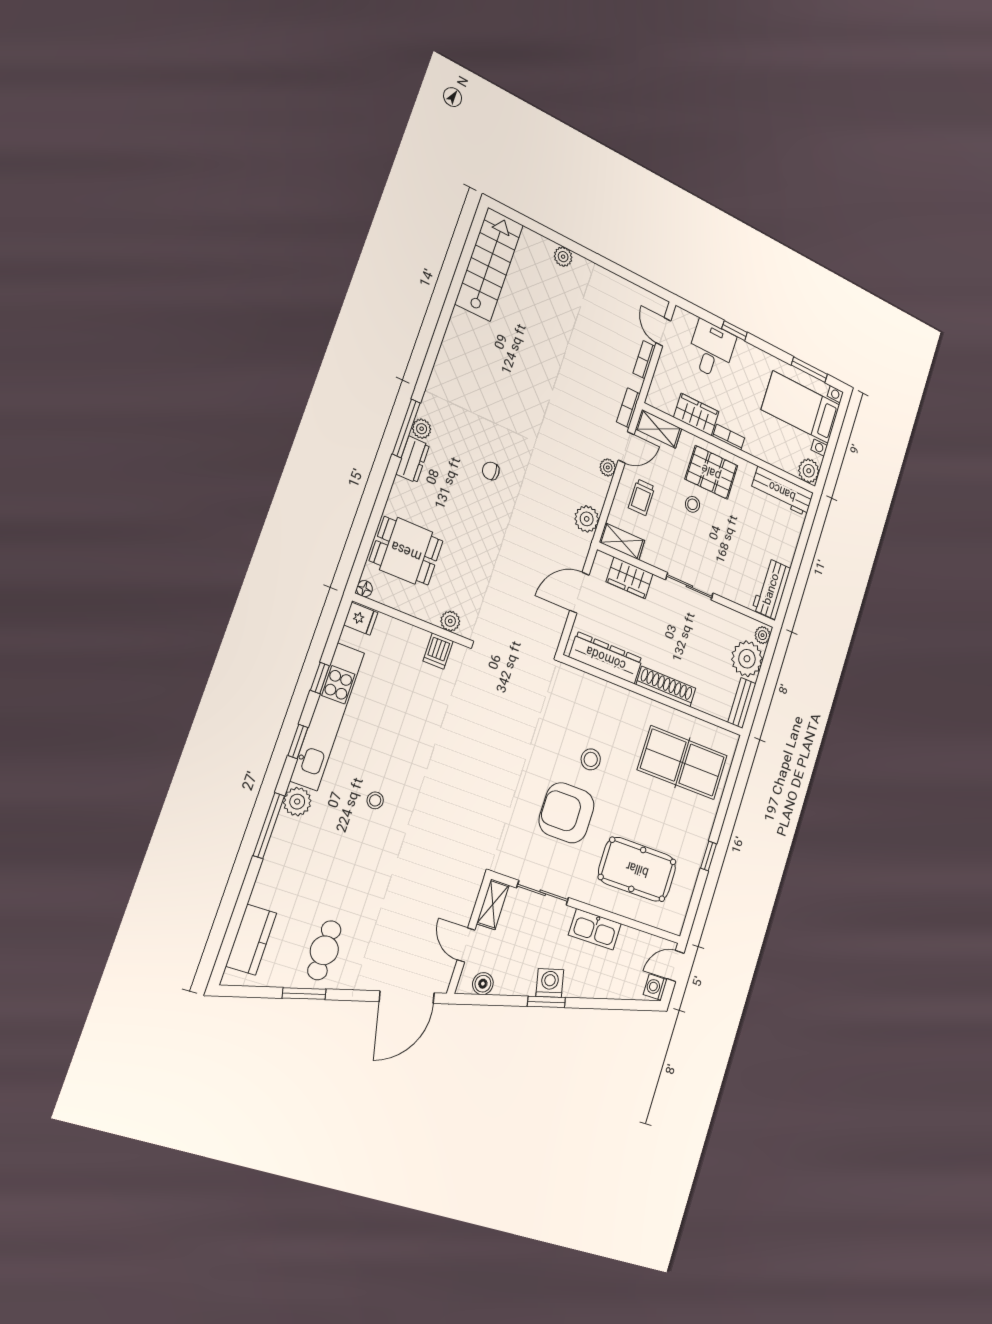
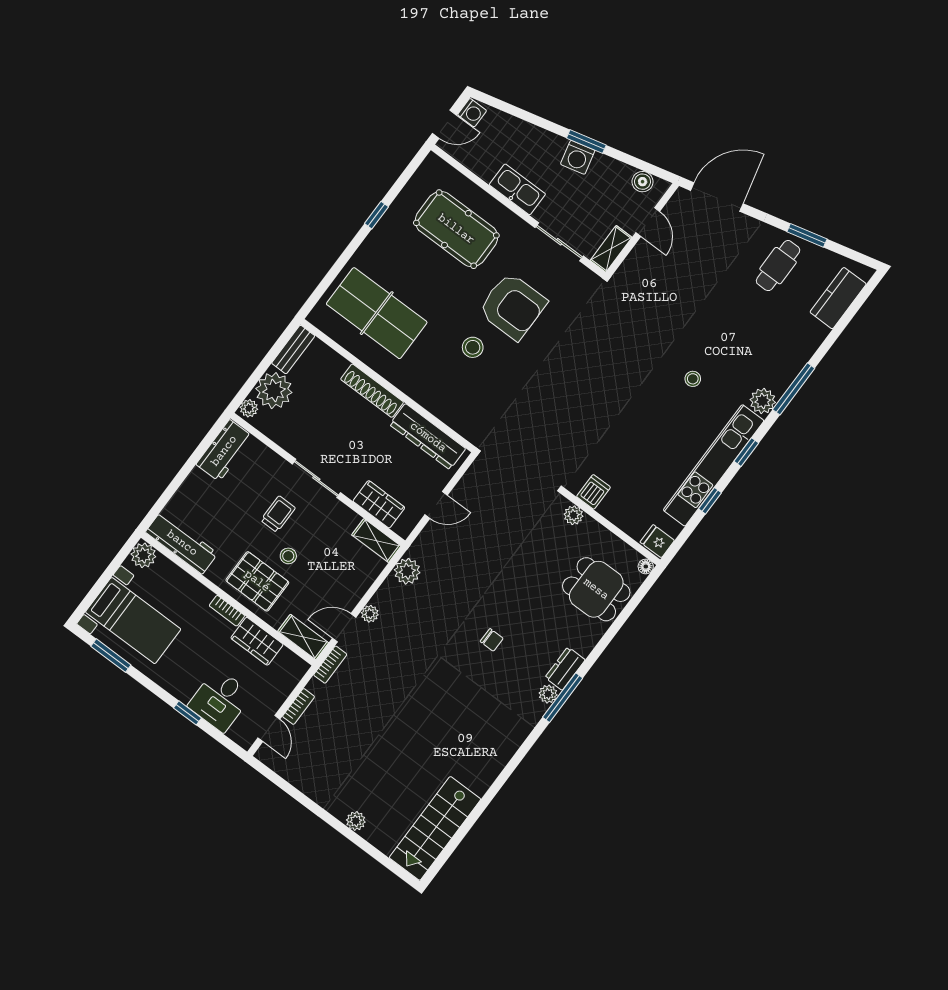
trolley: (642, 497) -> (278, 514), moved
door: (579, 593) -> (436, 505), width x0.73

